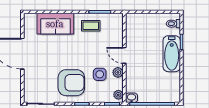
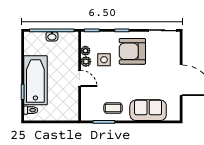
bathtub: (172, 54) -> (35, 80), width x1.36, depth x1.36
plant: (118, 95) -> (85, 51), moved
washbasin: (131, 98) -> (52, 36), moved

